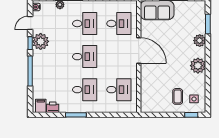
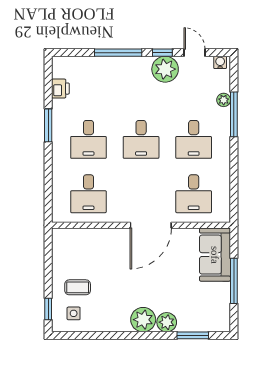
plant: (198, 66) -> (143, 320), moved
filing cabinet: (41, 106) -> (63, 69), removed

